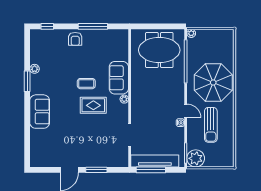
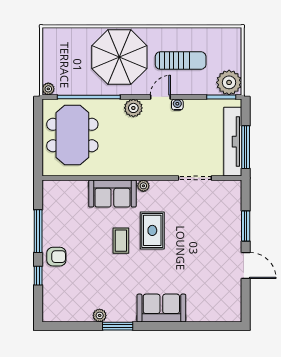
window: (47, 26) -> (38, 276), moved
plant: (178, 92) -> (133, 108), added

